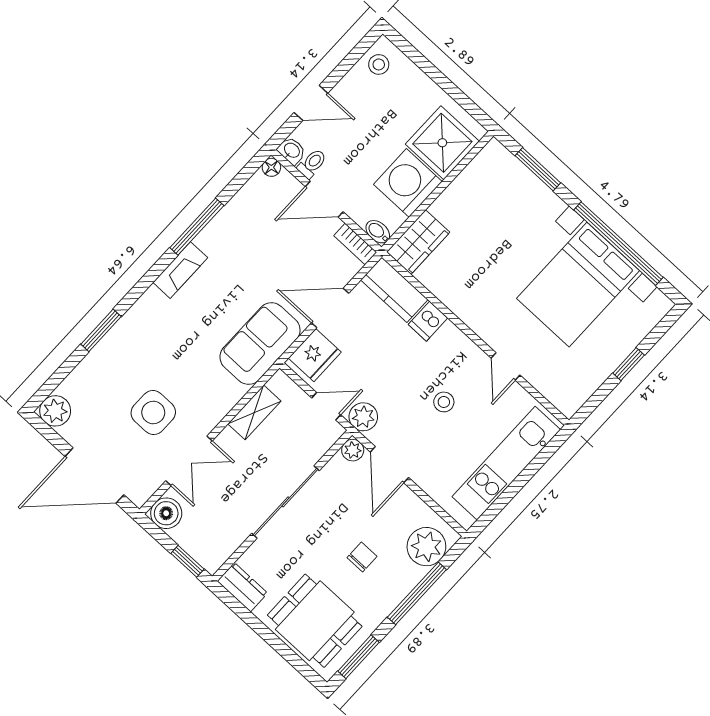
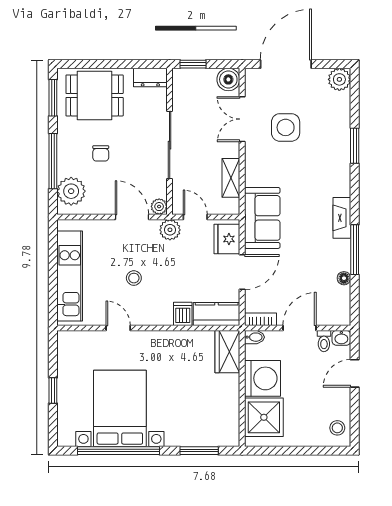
floor lamp: (271, 167) -> (344, 278), moved
door: (326, 406) -> (195, 217), swing flipped

